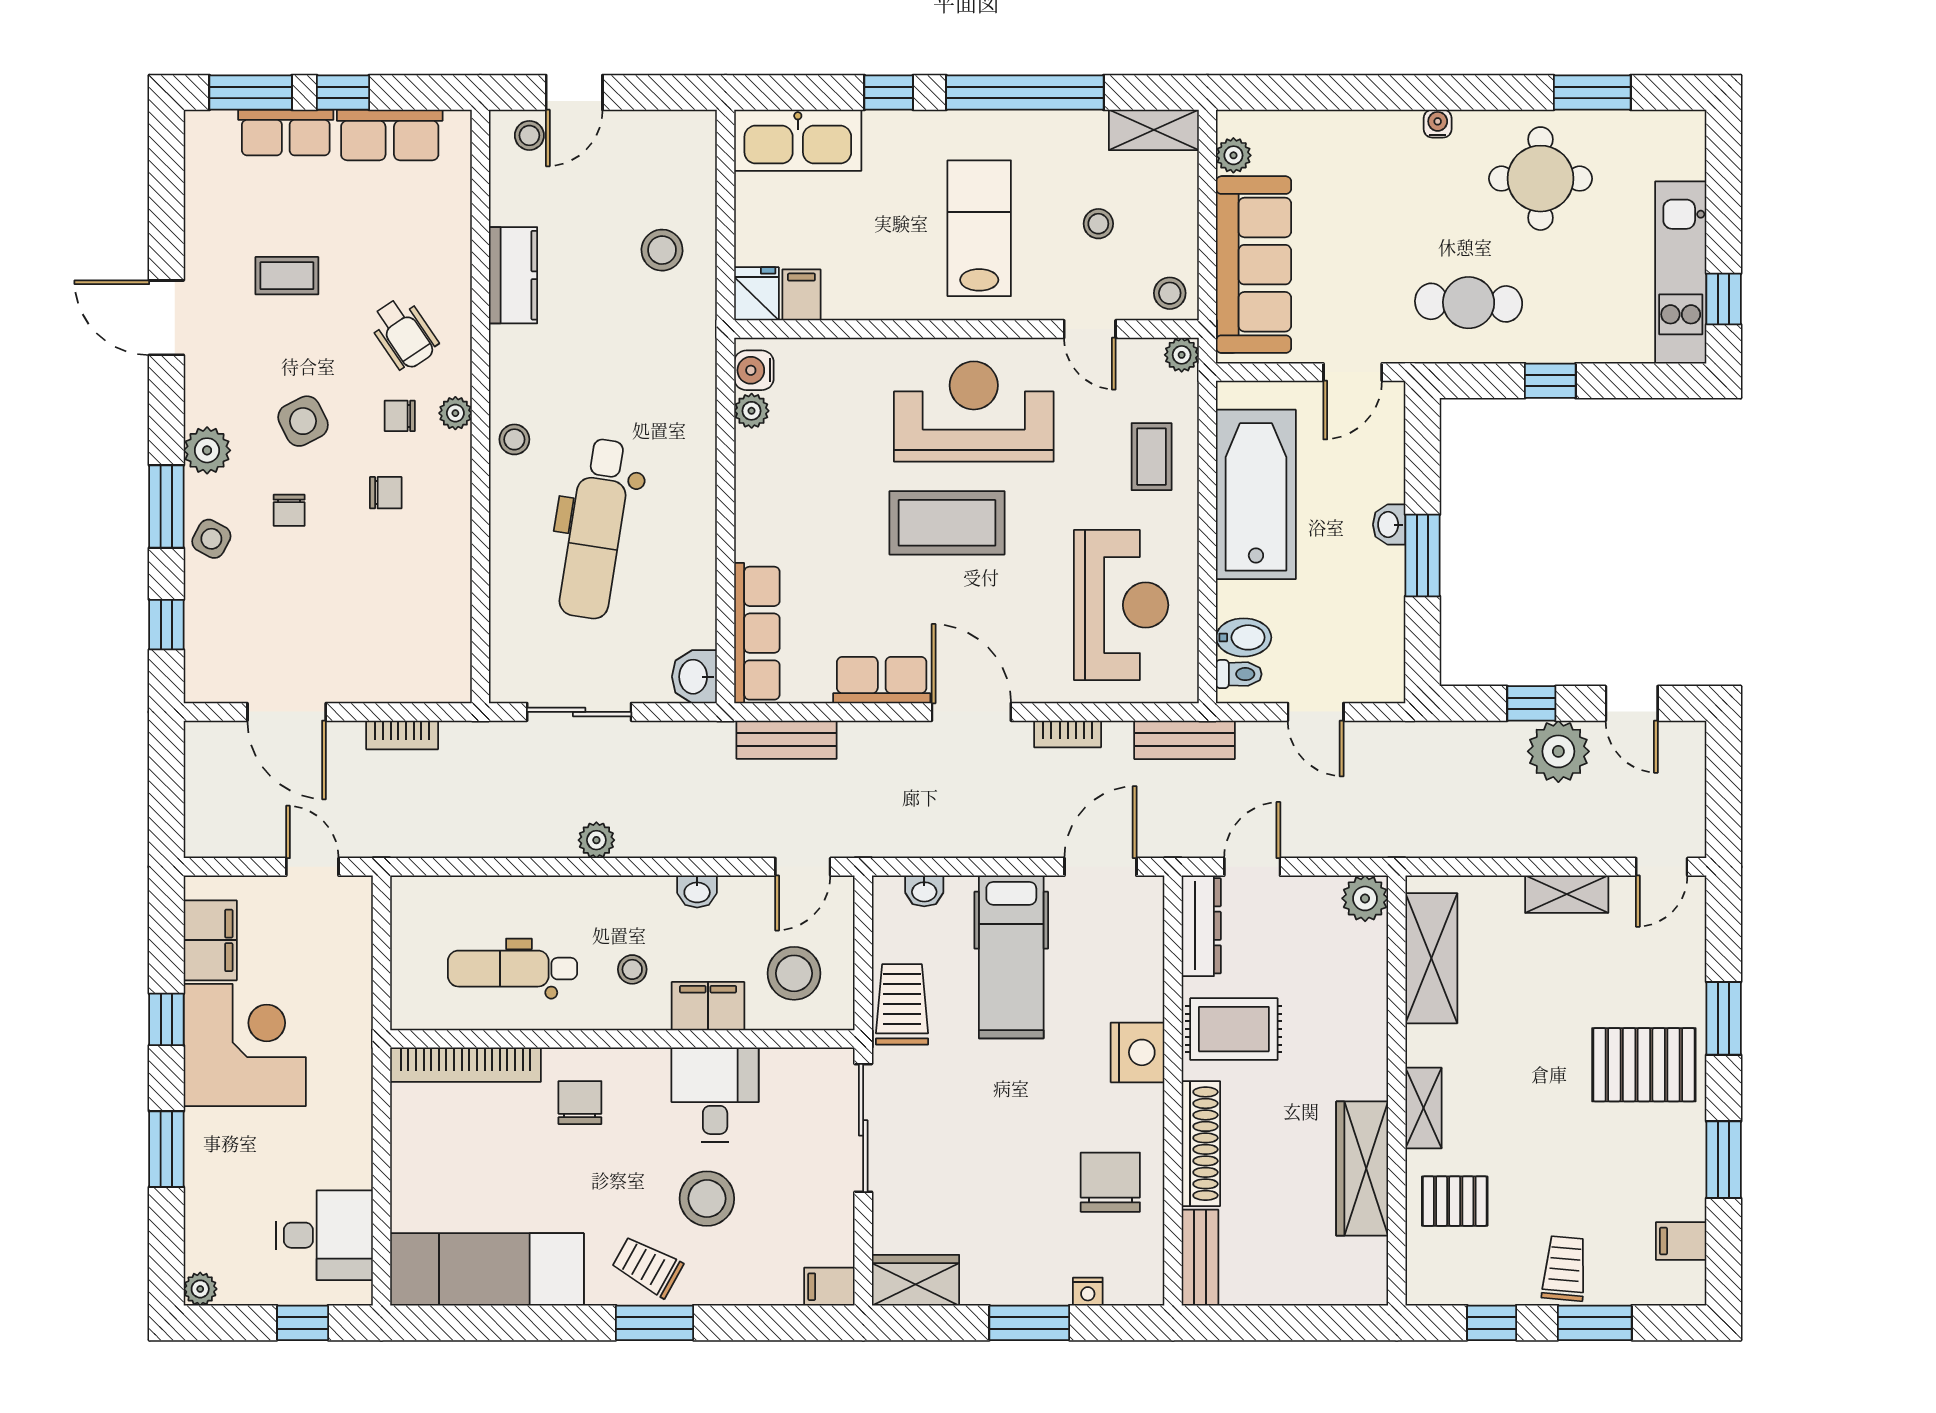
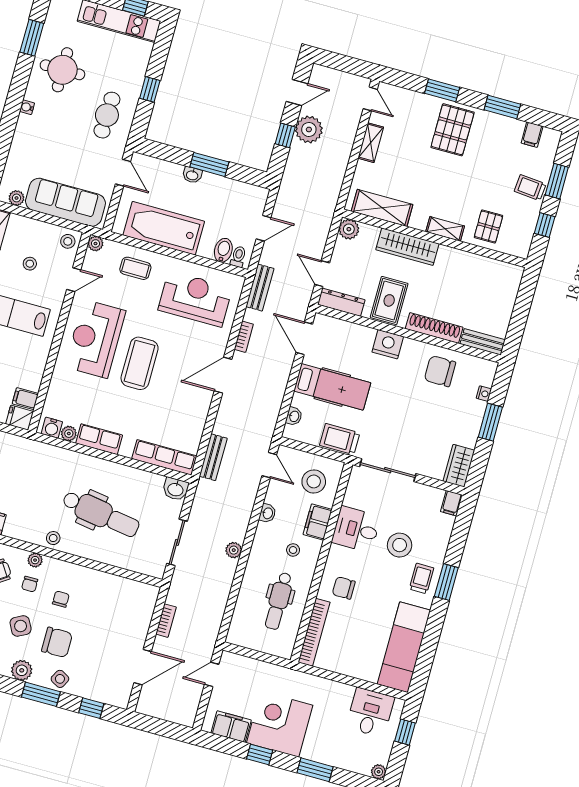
chair: (289, 510) -> (57, 642), width x1.87, depth x1.87
row of seats: (882, 680) -> (99, 439), moved, turned 90
wardrobe: (1362, 1169) -> (407, 247), moved
trolley: (647, 1267) -> (422, 578), turned 151

